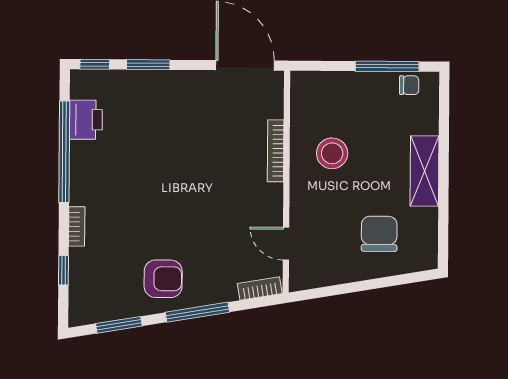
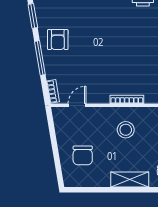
shelving: (425, 171) -> (130, 179), moved
chair: (379, 234) -> (83, 155), turned 90

